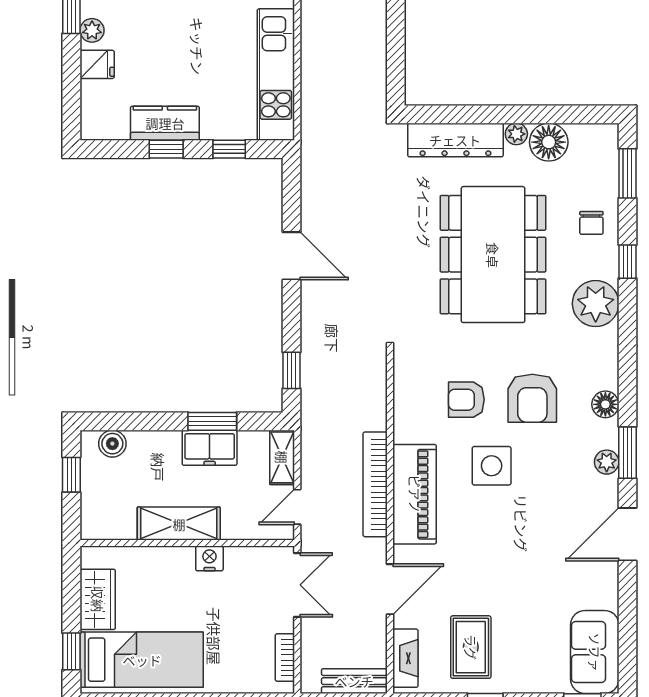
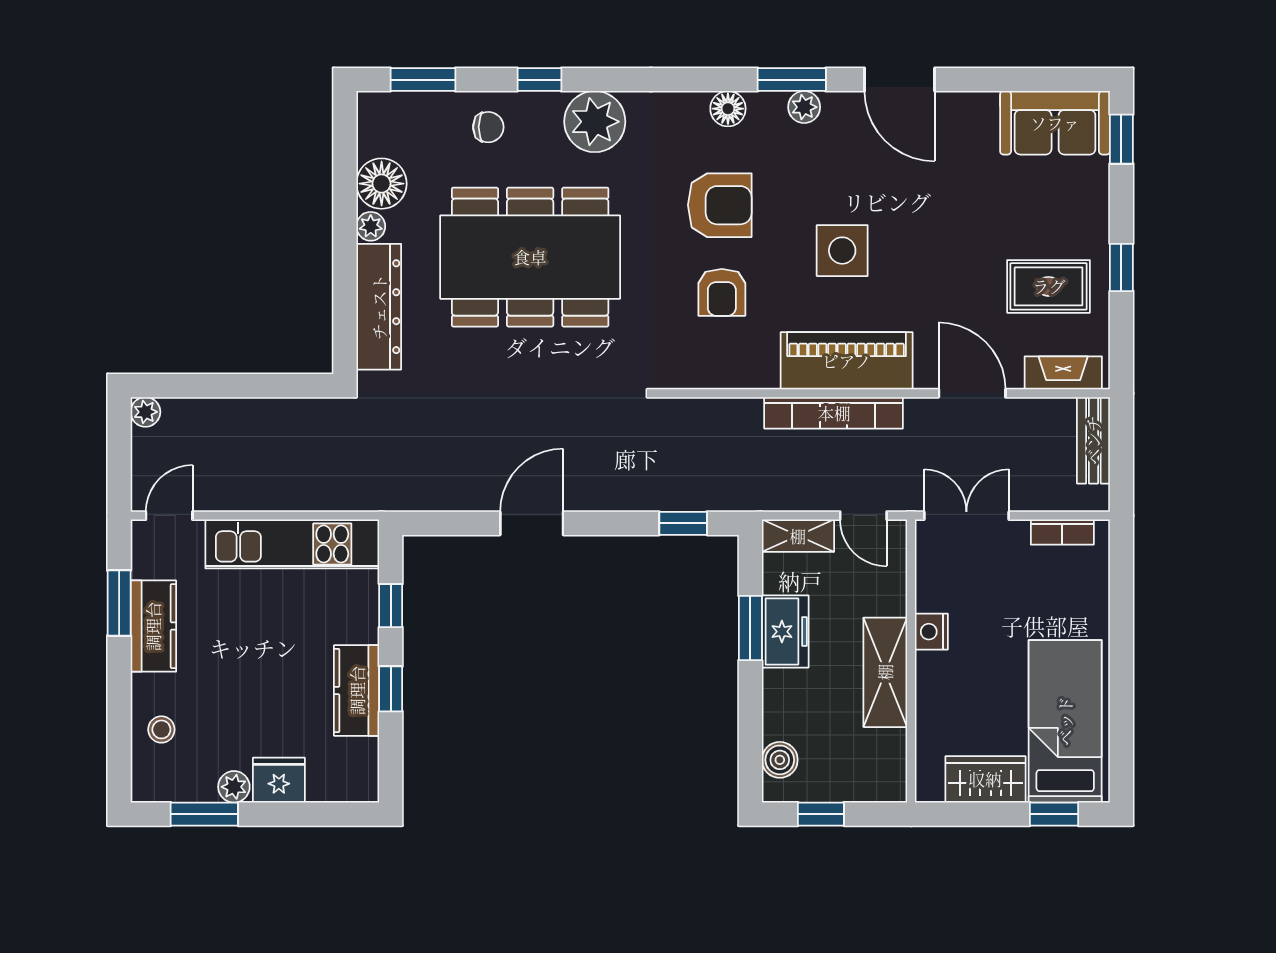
fridge: (97, 64) -> (279, 780), width x1.38
side table: (492, 466) -> (842, 251), moved

